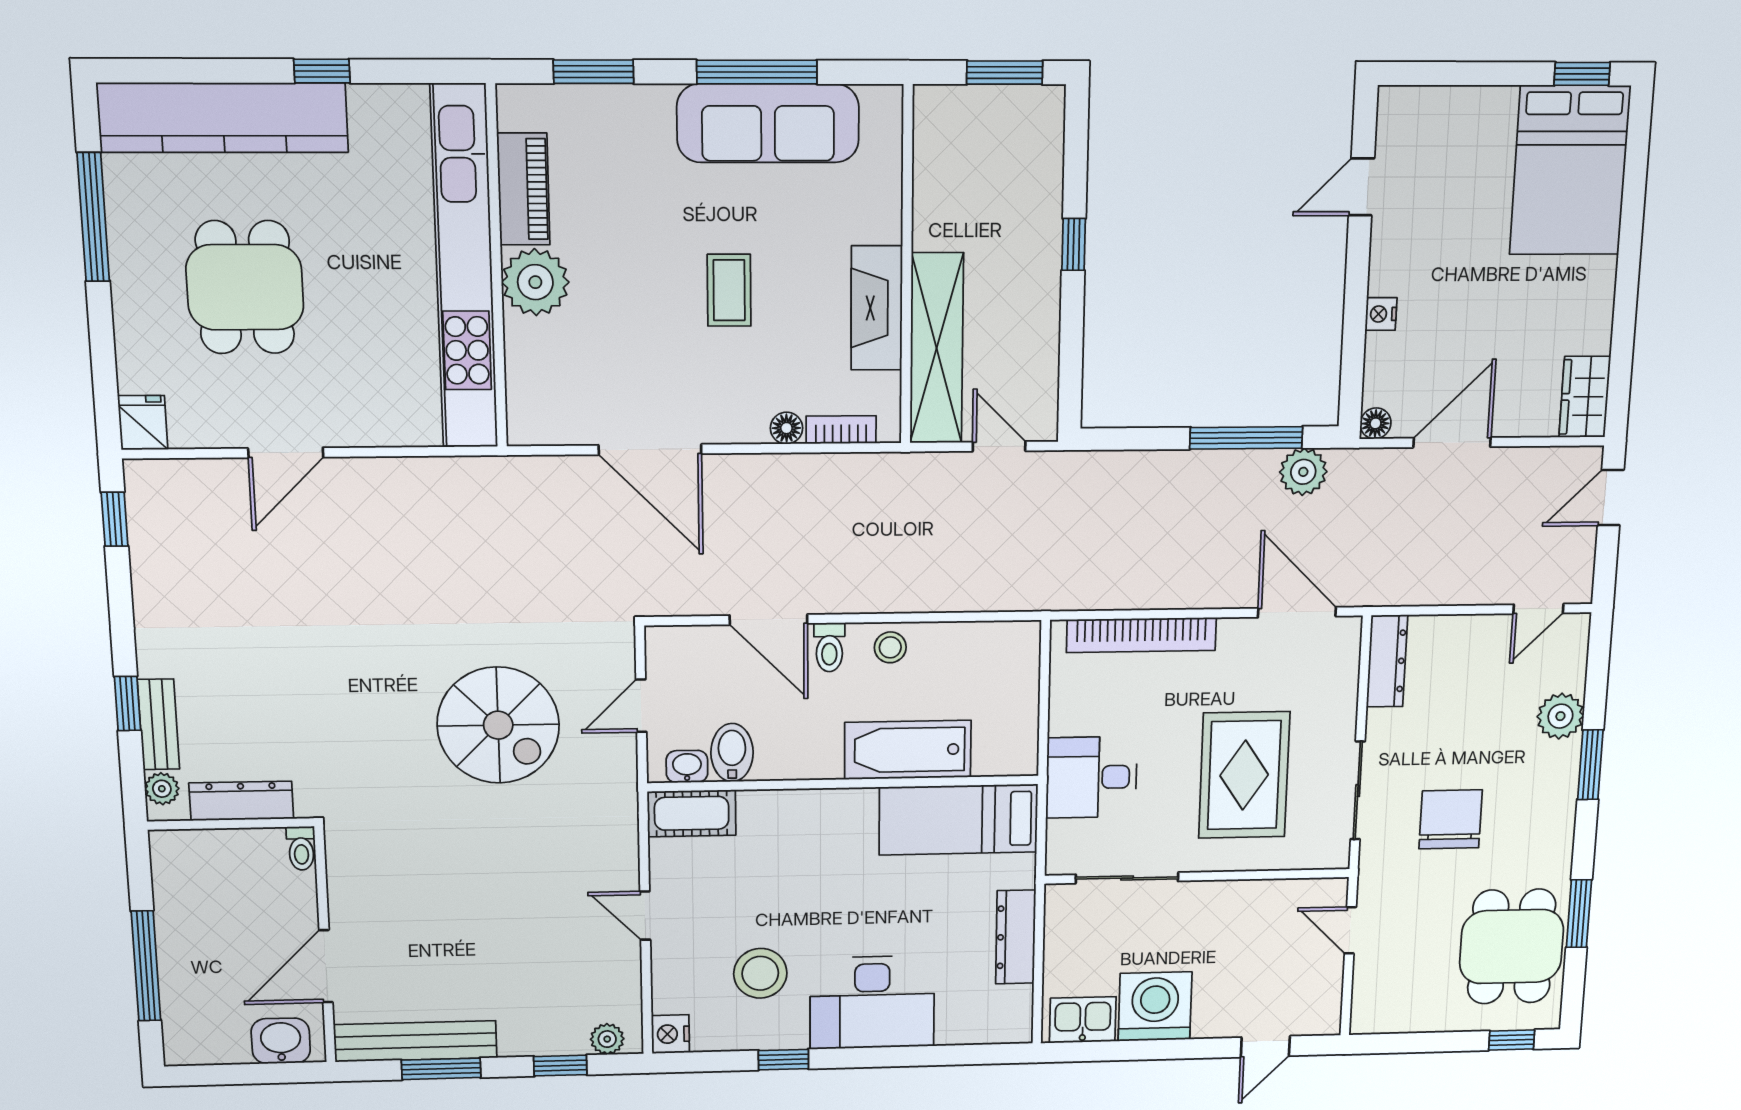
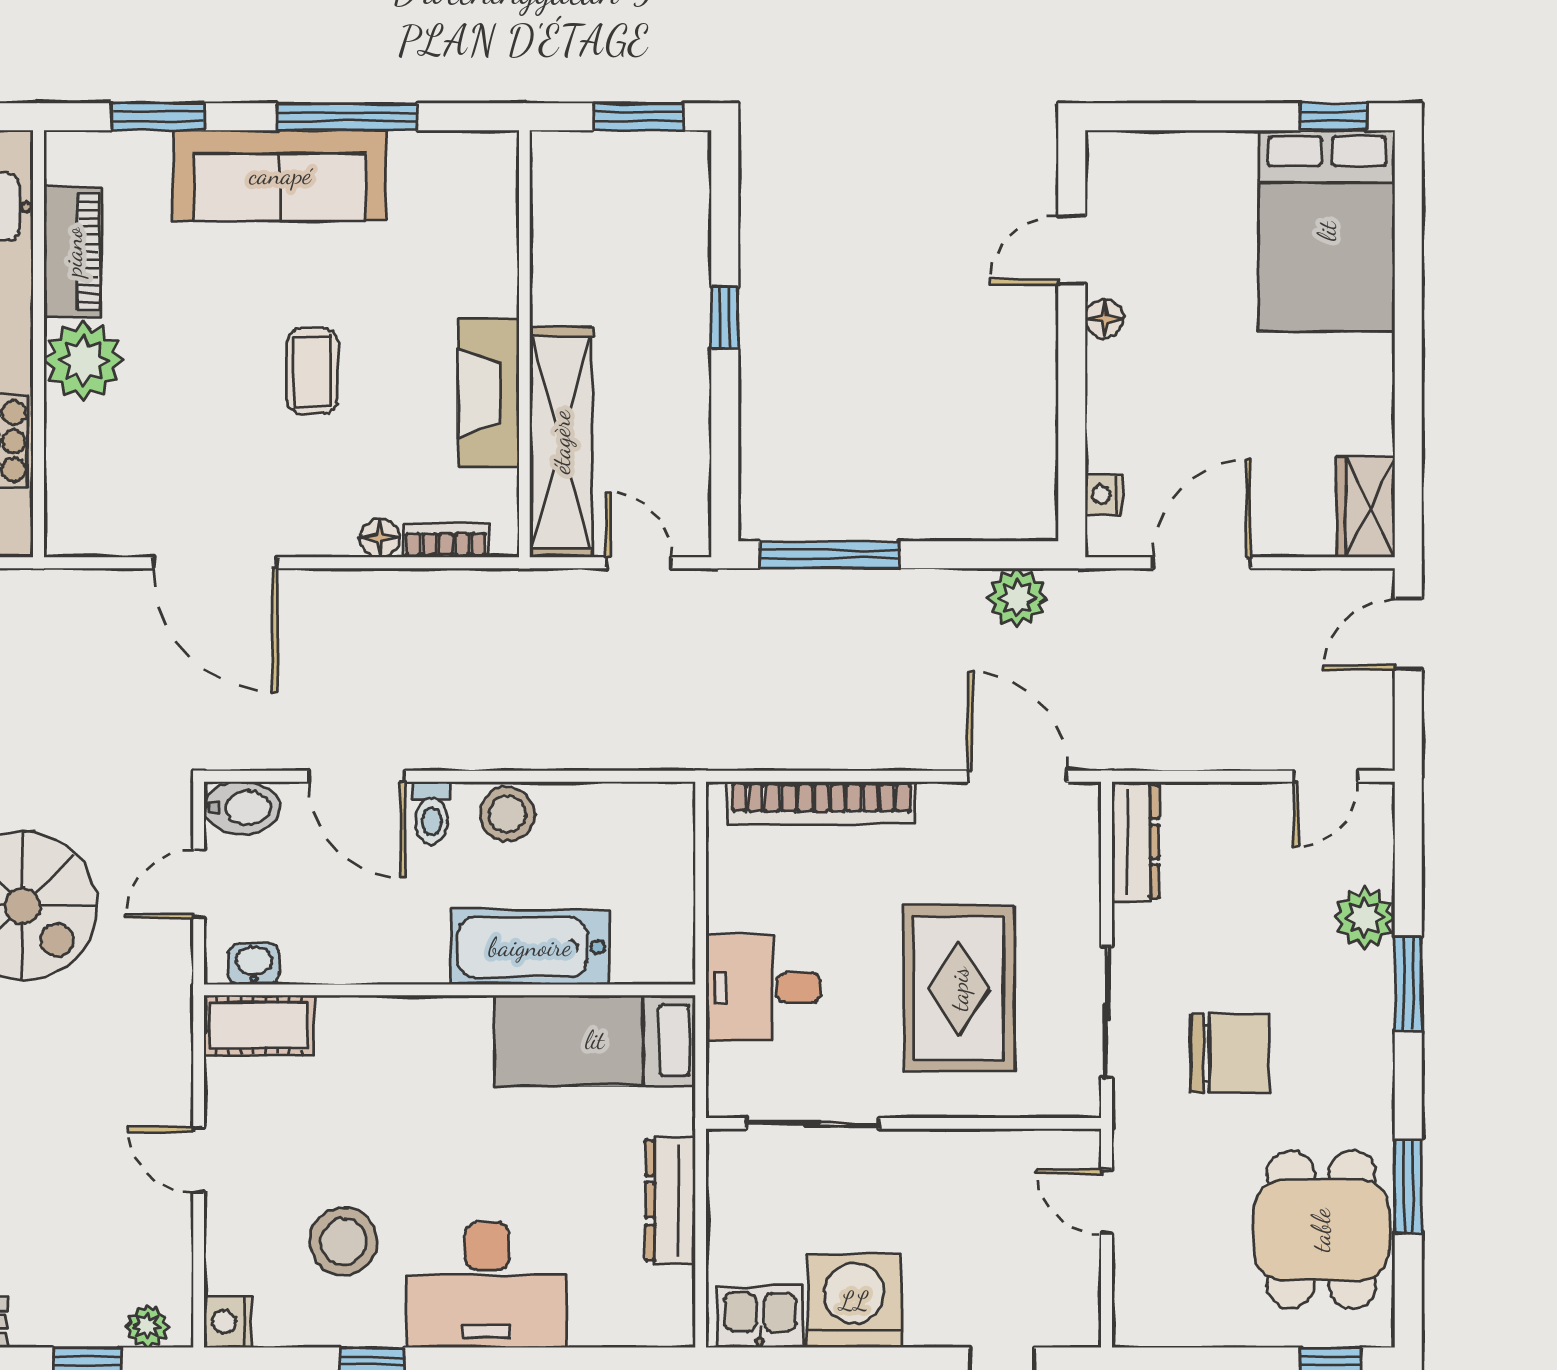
sofa: (768, 123) -> (280, 175), moved
nightstand: (1381, 314) -> (1104, 495), moved
floor lamp: (1375, 423) -> (1104, 319), moved
window: (1246, 438) -> (829, 555), moved
stool: (890, 647) -> (507, 814), width x1.37, depth x1.37
bidet: (732, 753) -> (242, 808), moved, turned 90
chair: (1451, 819) -> (1230, 1053), turned 90

